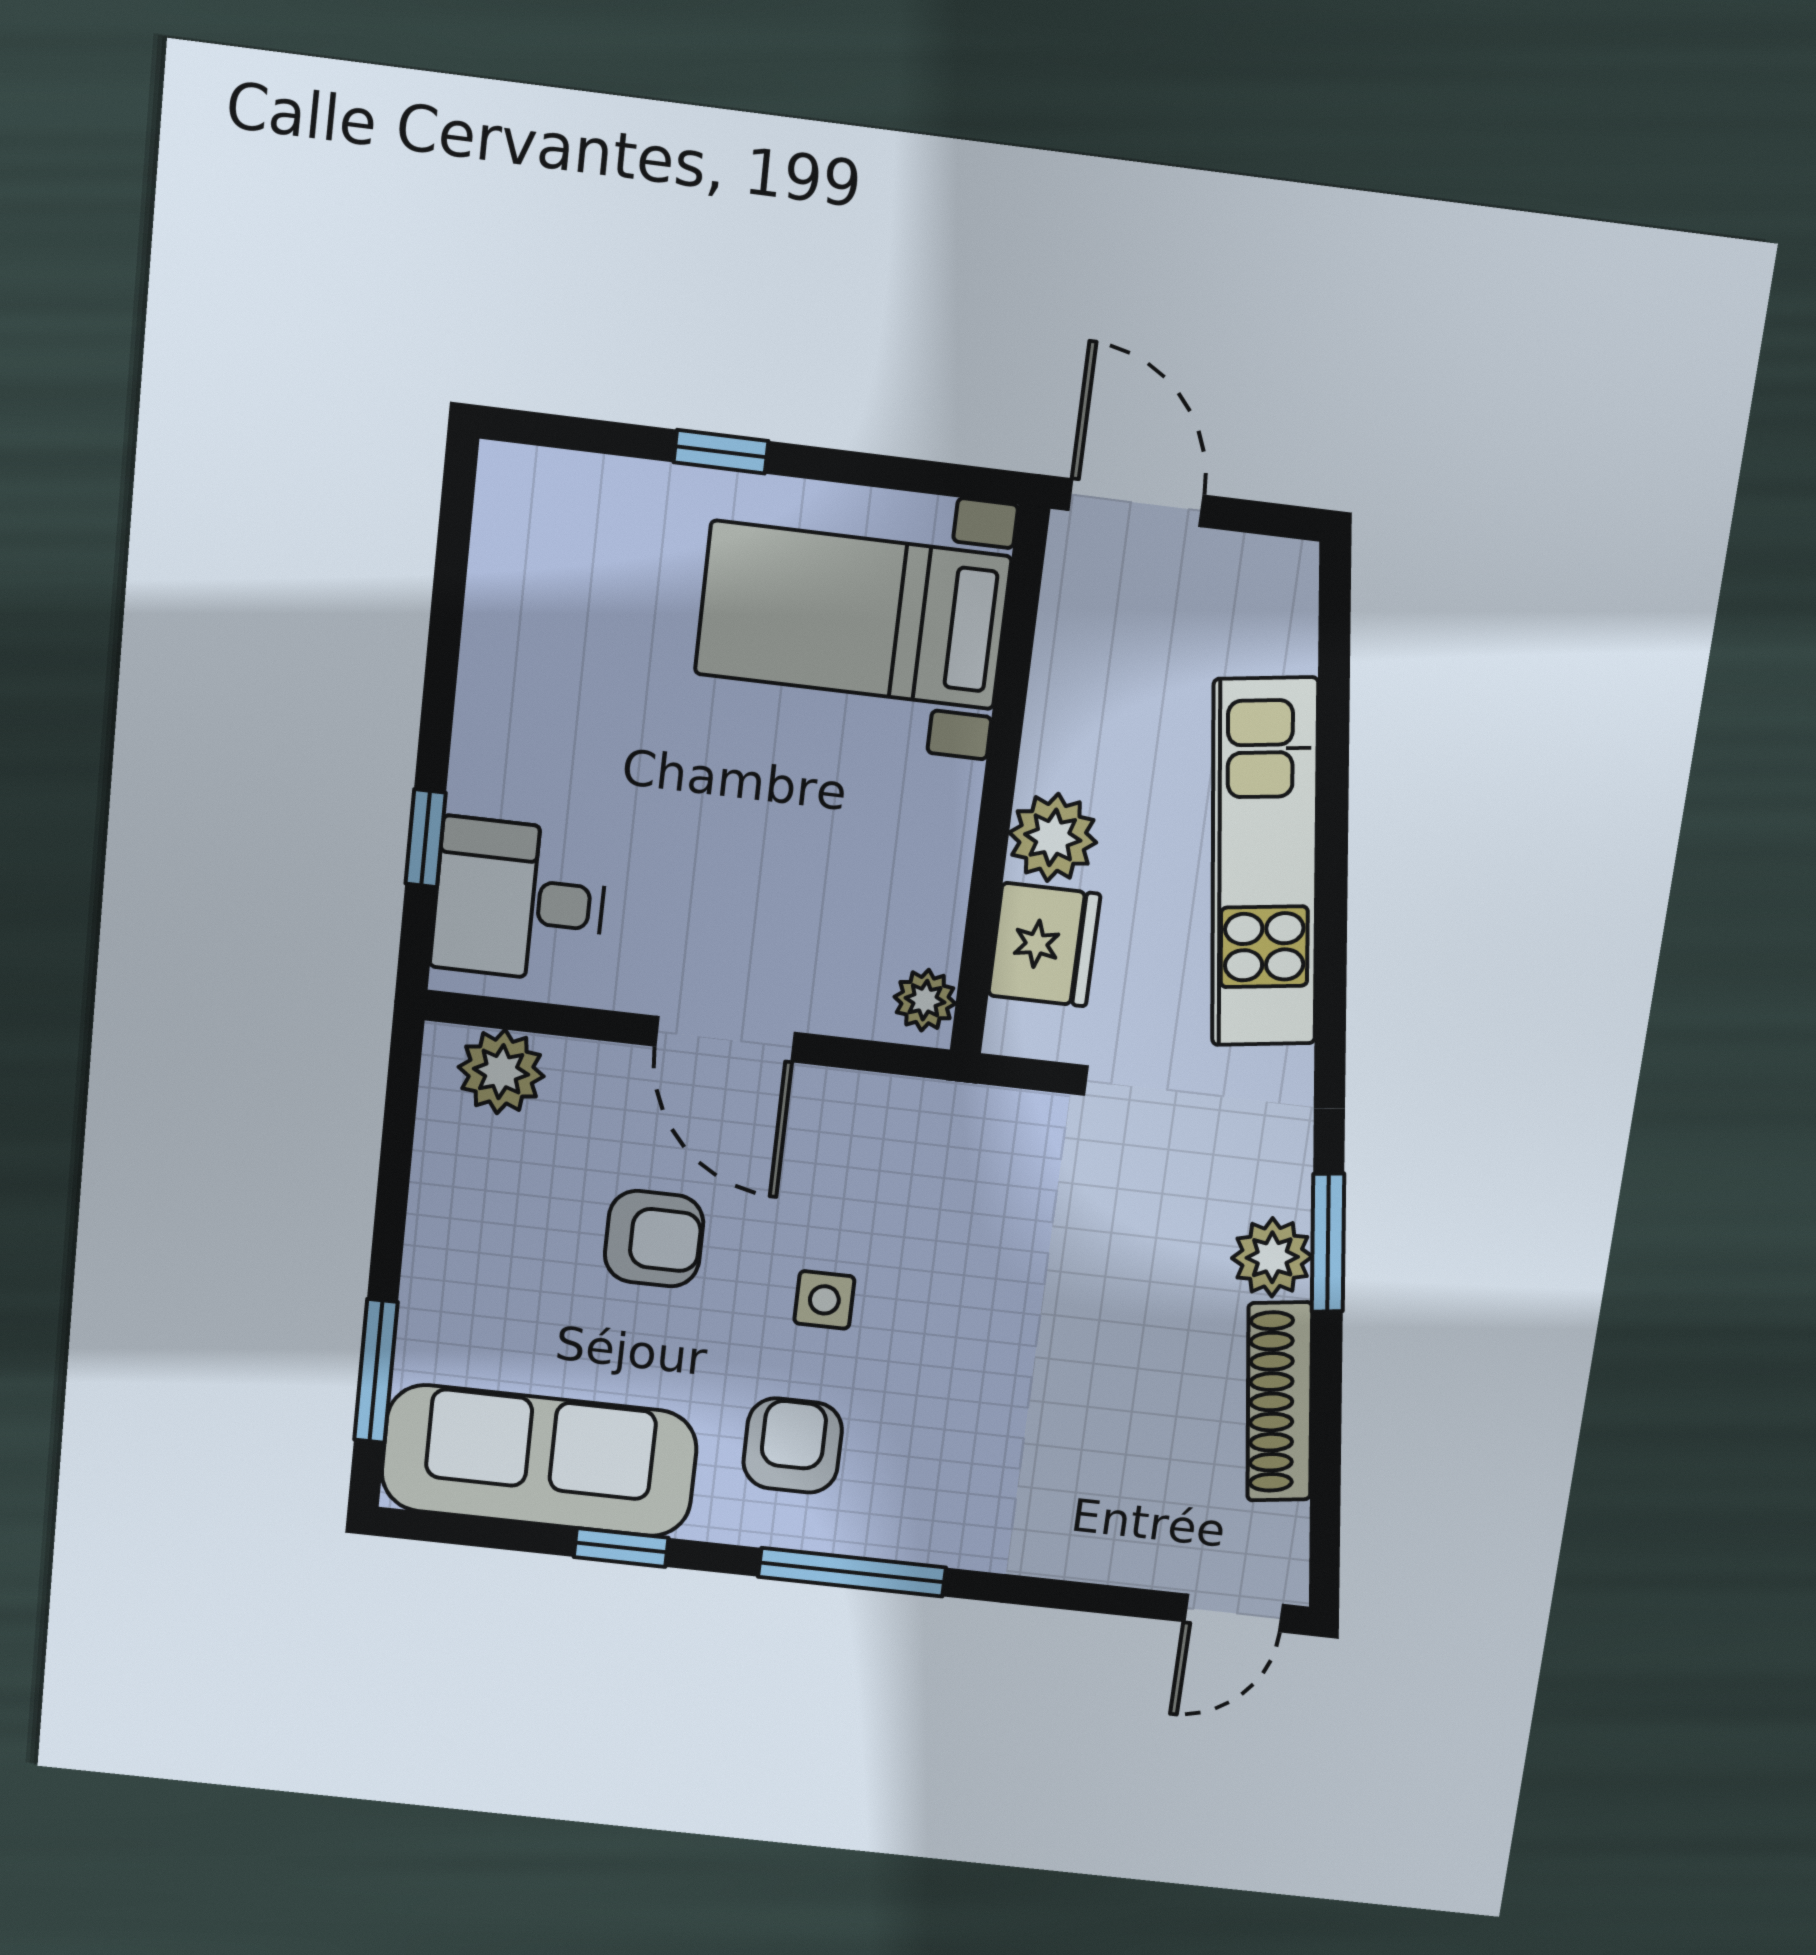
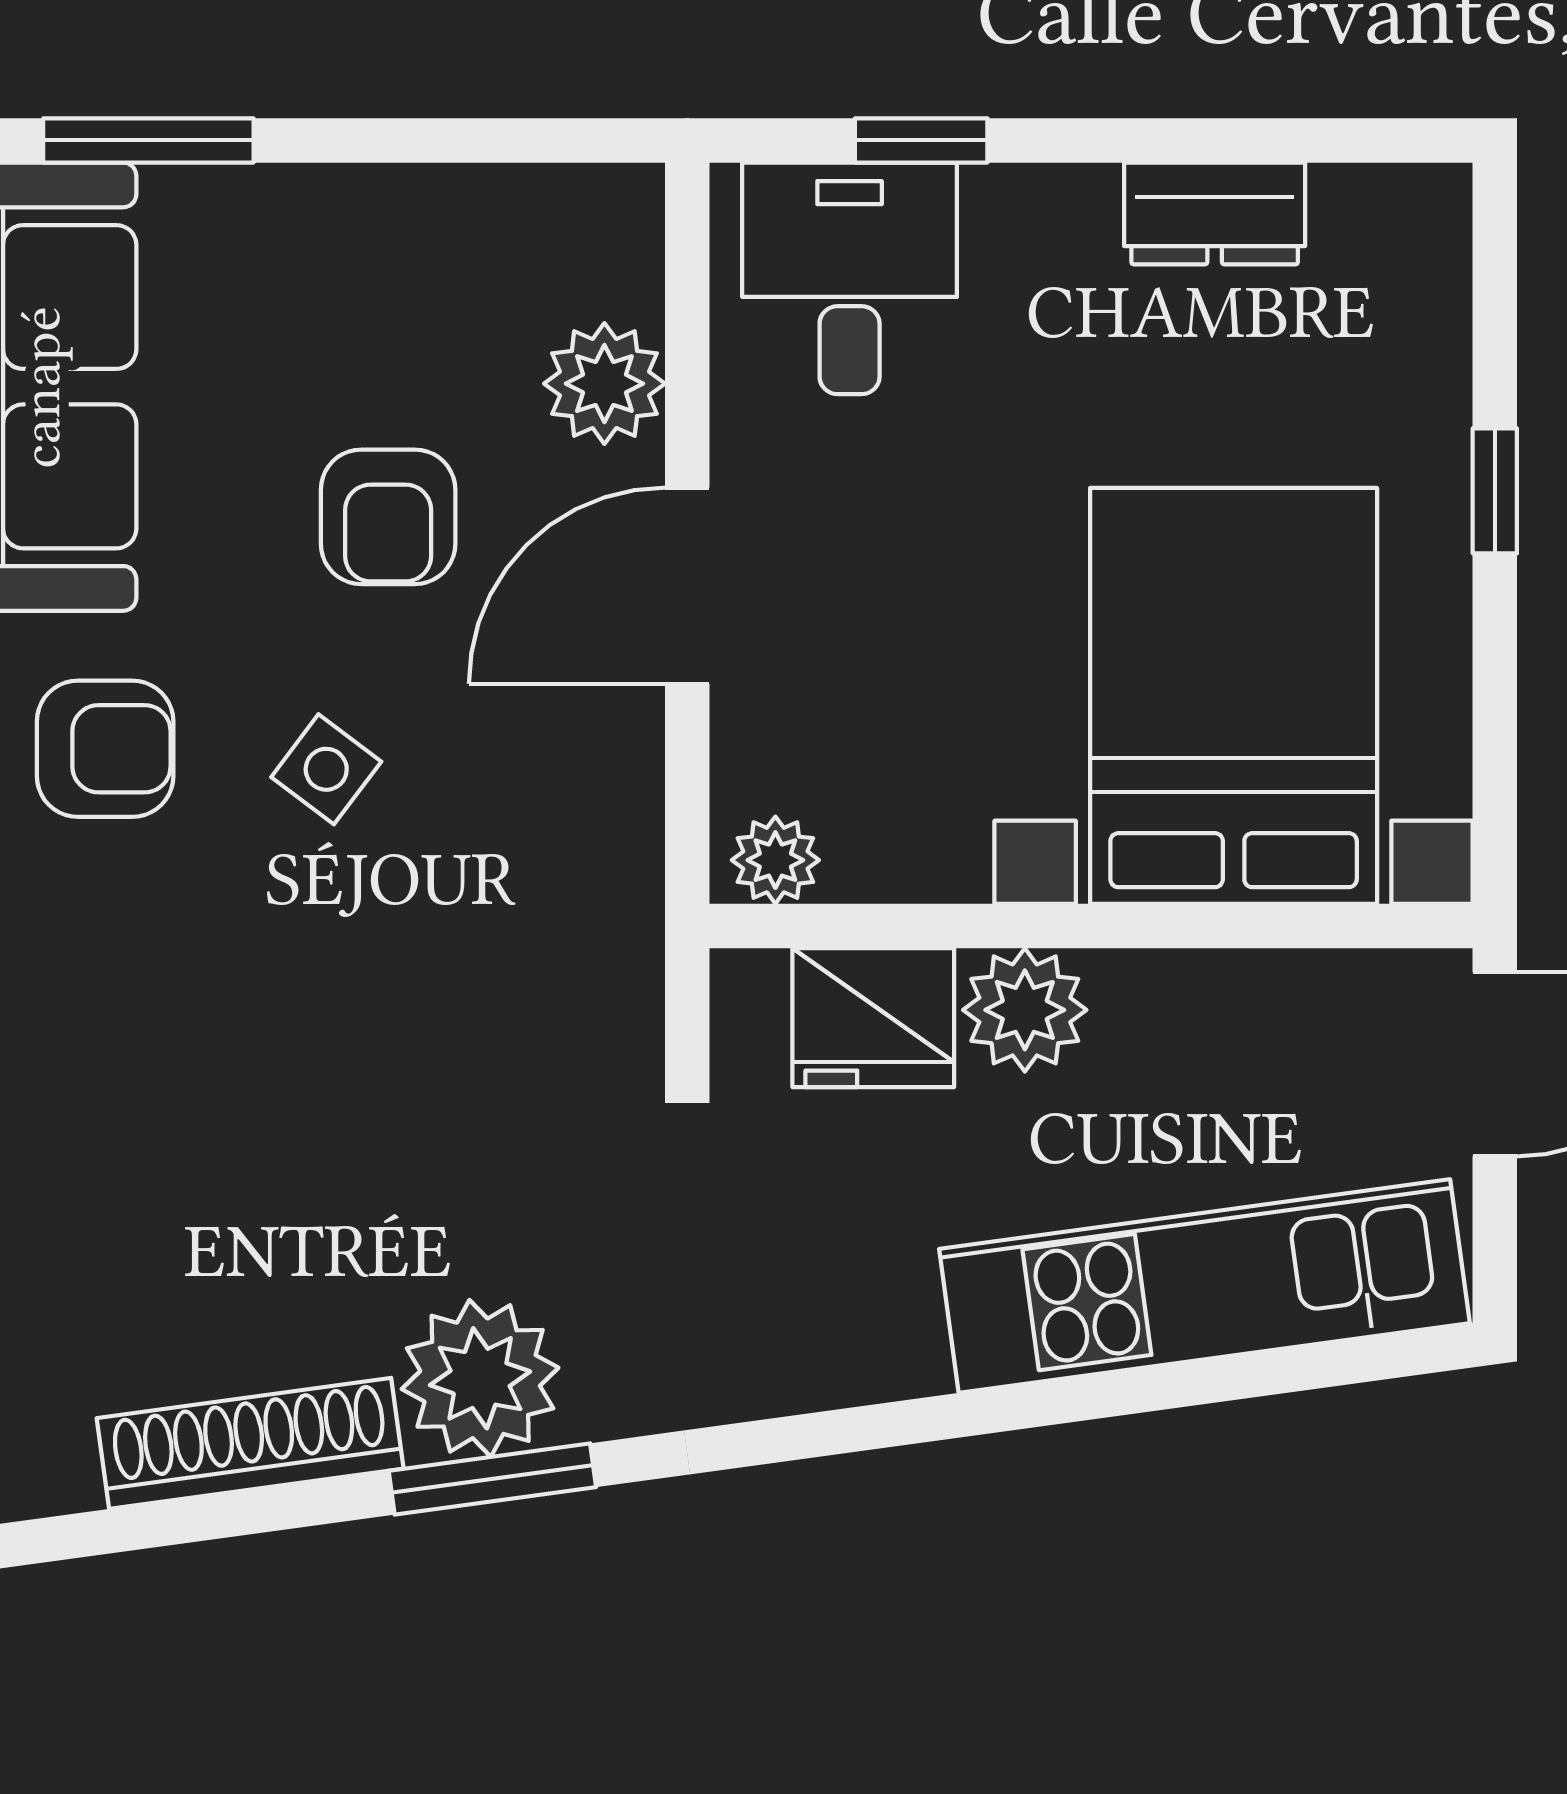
bed with nightstands: (853, 615) -> (1234, 696), width x1.36
dresser: (498, 633) -> (1215, 213), added
kitchen unit: (1265, 863) -> (1204, 1286), moved
plant: (501, 1072) -> (604, 384), moved
plant: (1272, 1257) -> (480, 1378), width x1.36, depth x1.36
side table: (824, 1300) -> (326, 769), turned 37

